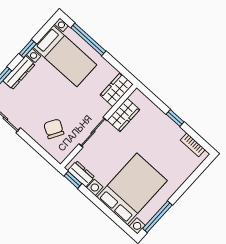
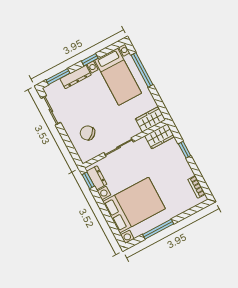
wardrobe: (123, 115) -> (160, 136), moved
window: (175, 118) -> (185, 150), moved
chair: (54, 129) -> (88, 133), turned -72
window: (157, 217) -> (158, 229), moved

